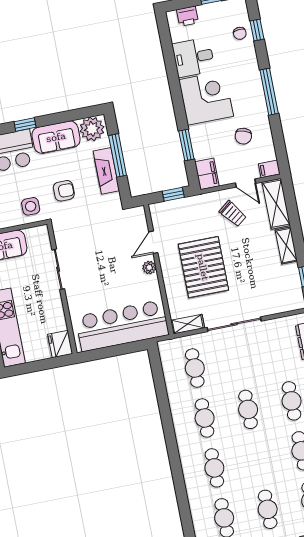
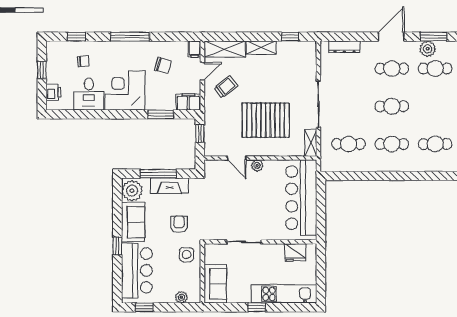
chair: (240, 33) -> (83, 61), moved
fridge: (60, 344) -> (295, 252), moved

